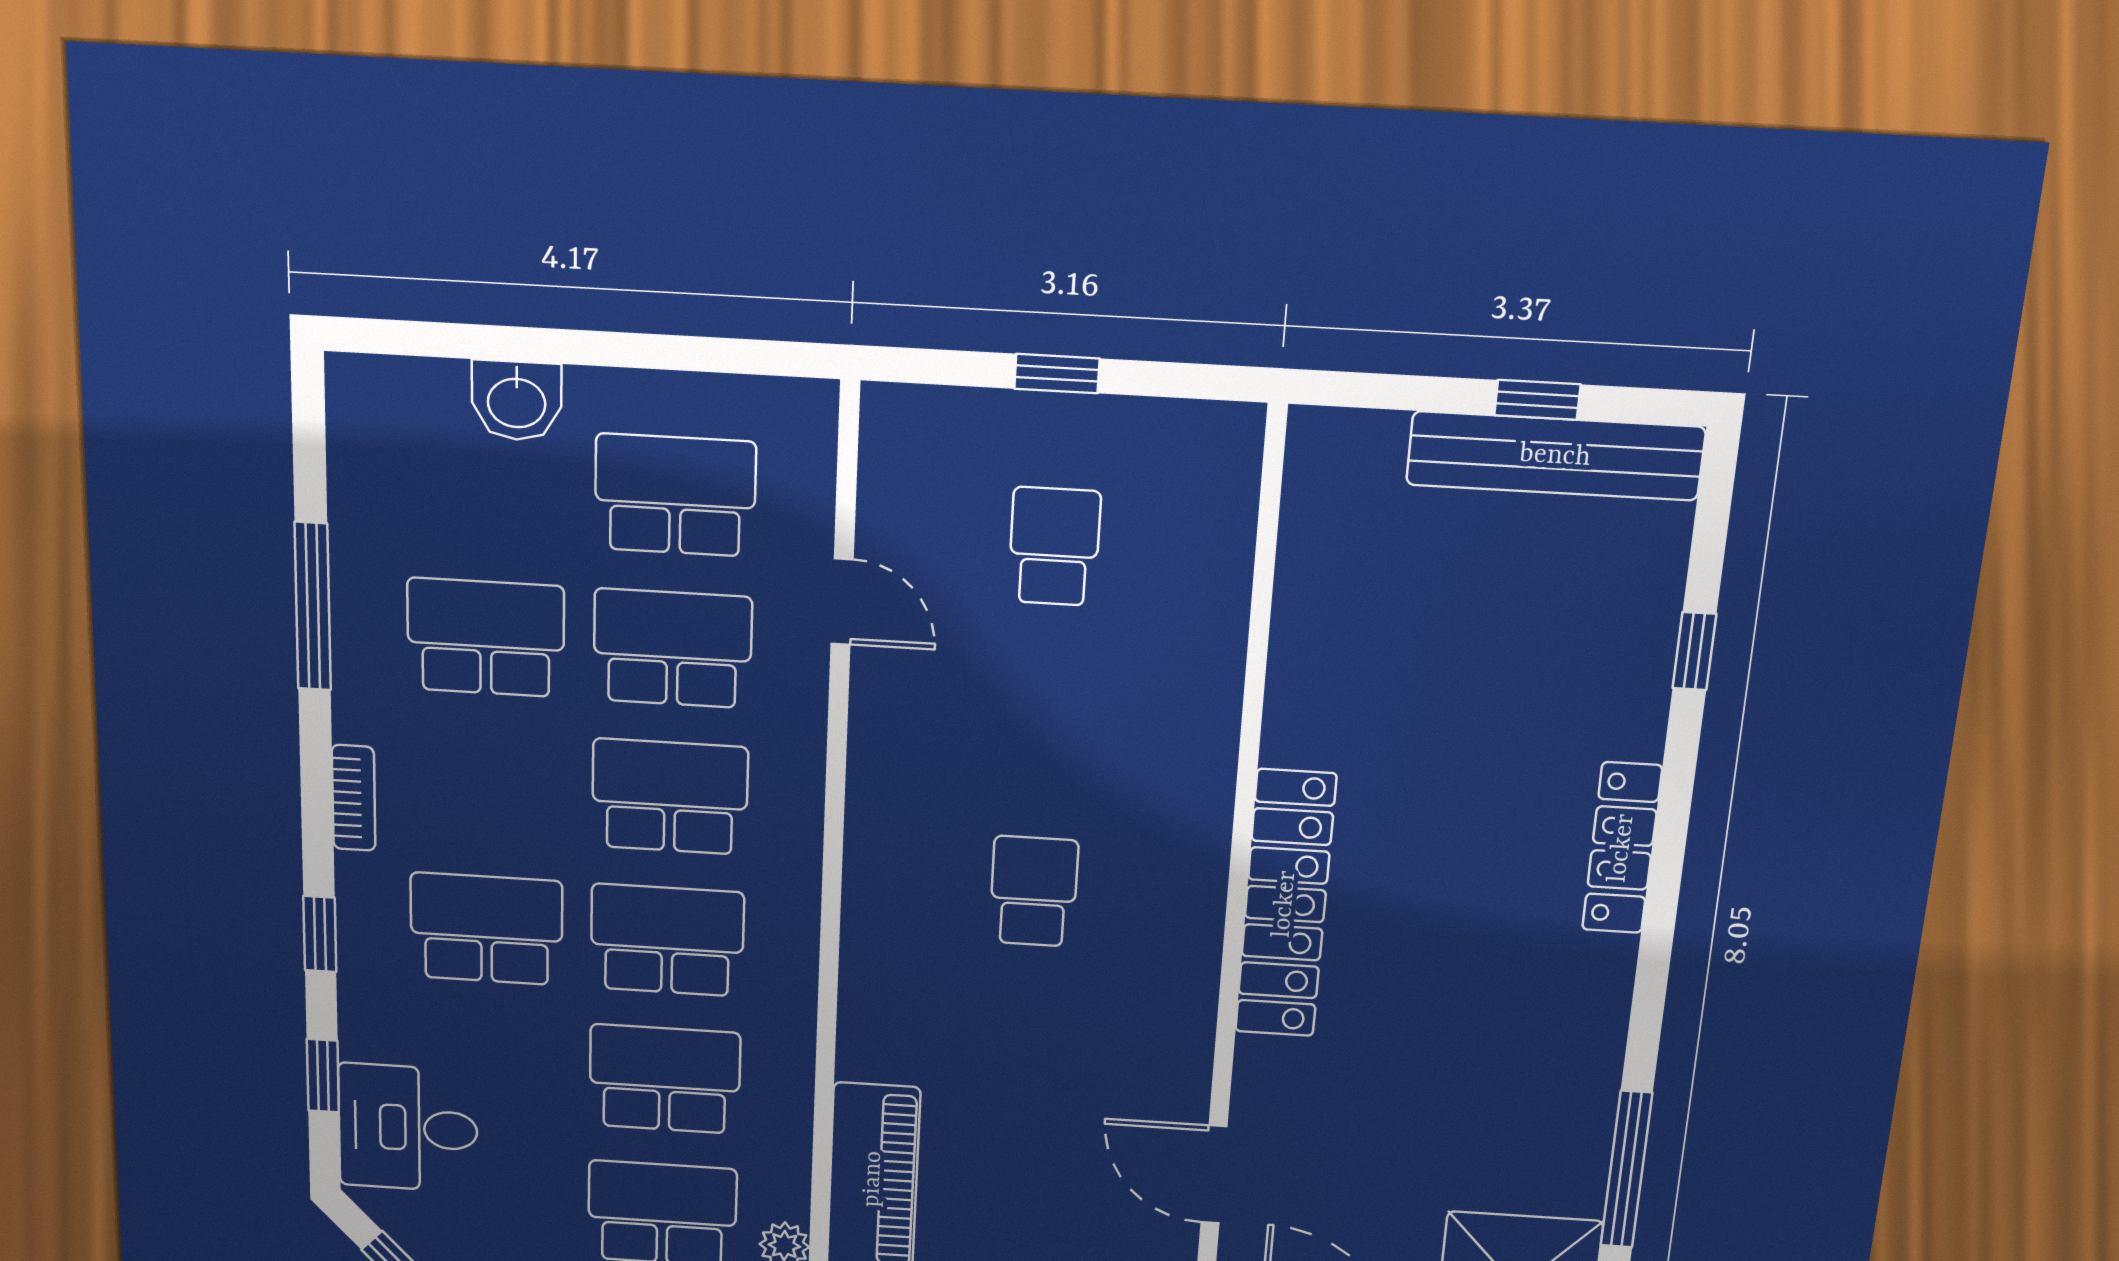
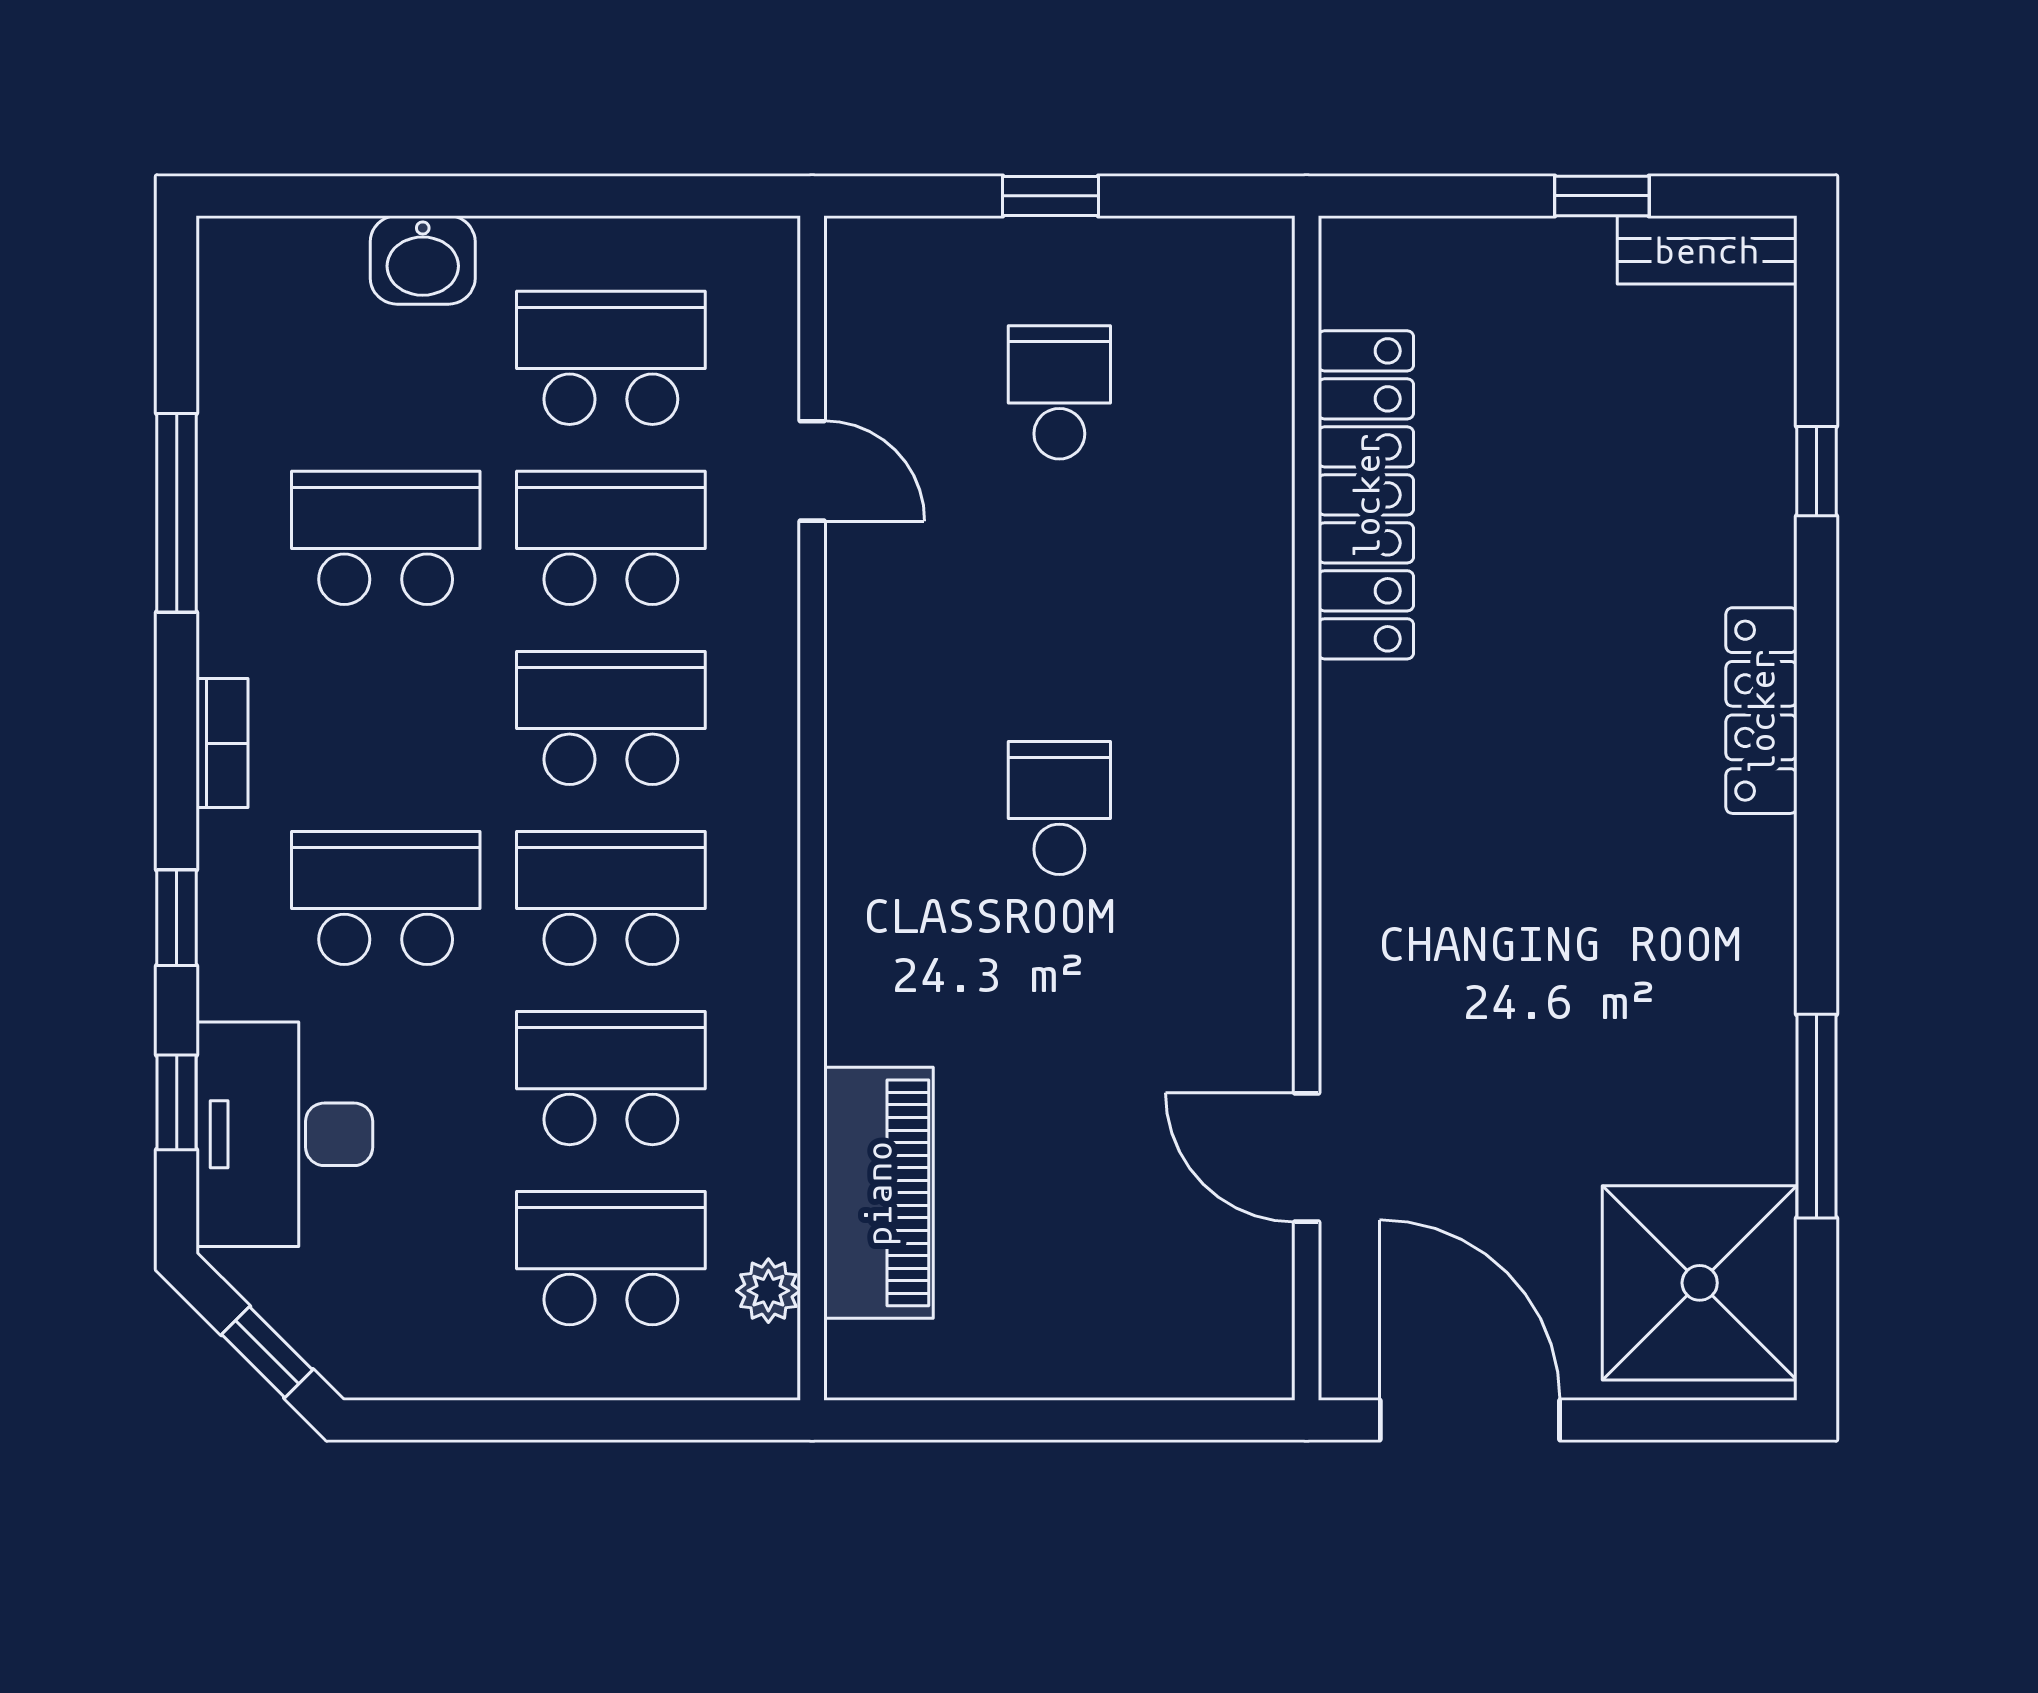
bench: (1555, 456) -> (1707, 250), width x0.54, depth x0.82
locker: (1285, 904) -> (1366, 495), moved
desk: (408, 1128) -> (284, 1134), width x1.37

